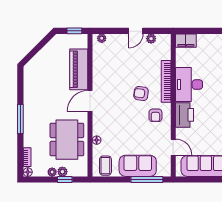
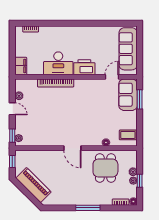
window: (105, 31) -> (12, 136), added
piano: (79, 69) -> (33, 185), moved, turned -135
armchair: (141, 93) -> (66, 104), removed
armchair: (155, 115) -> (85, 92), removed
dining table: (67, 140) -> (105, 168), width x0.73
sofa: (138, 166) -> (128, 95), moved
window: (65, 179) -> (140, 181), moved
window: (147, 179) -> (140, 99), width x0.69

